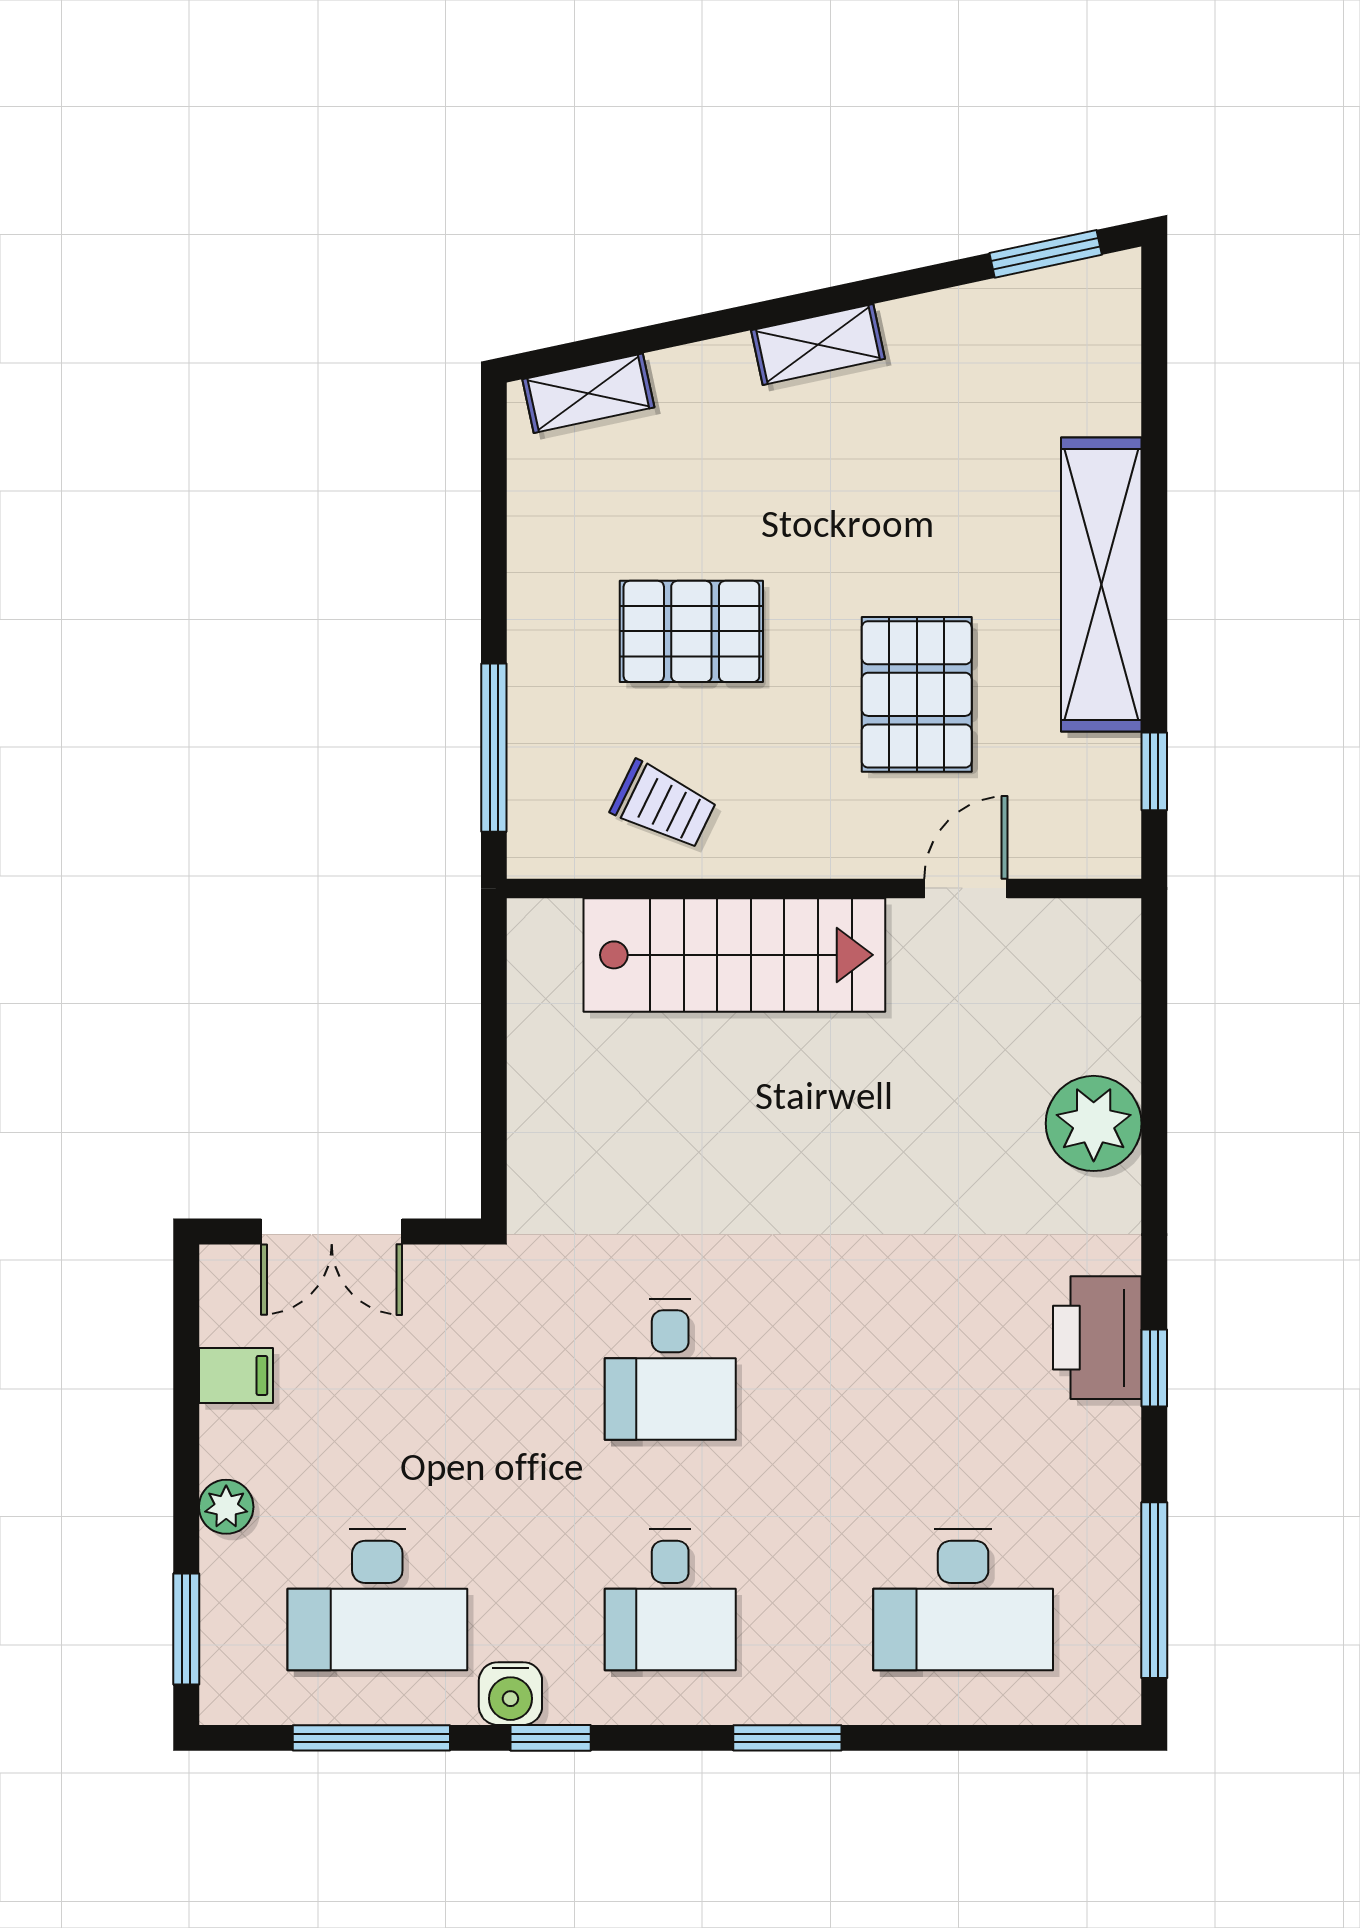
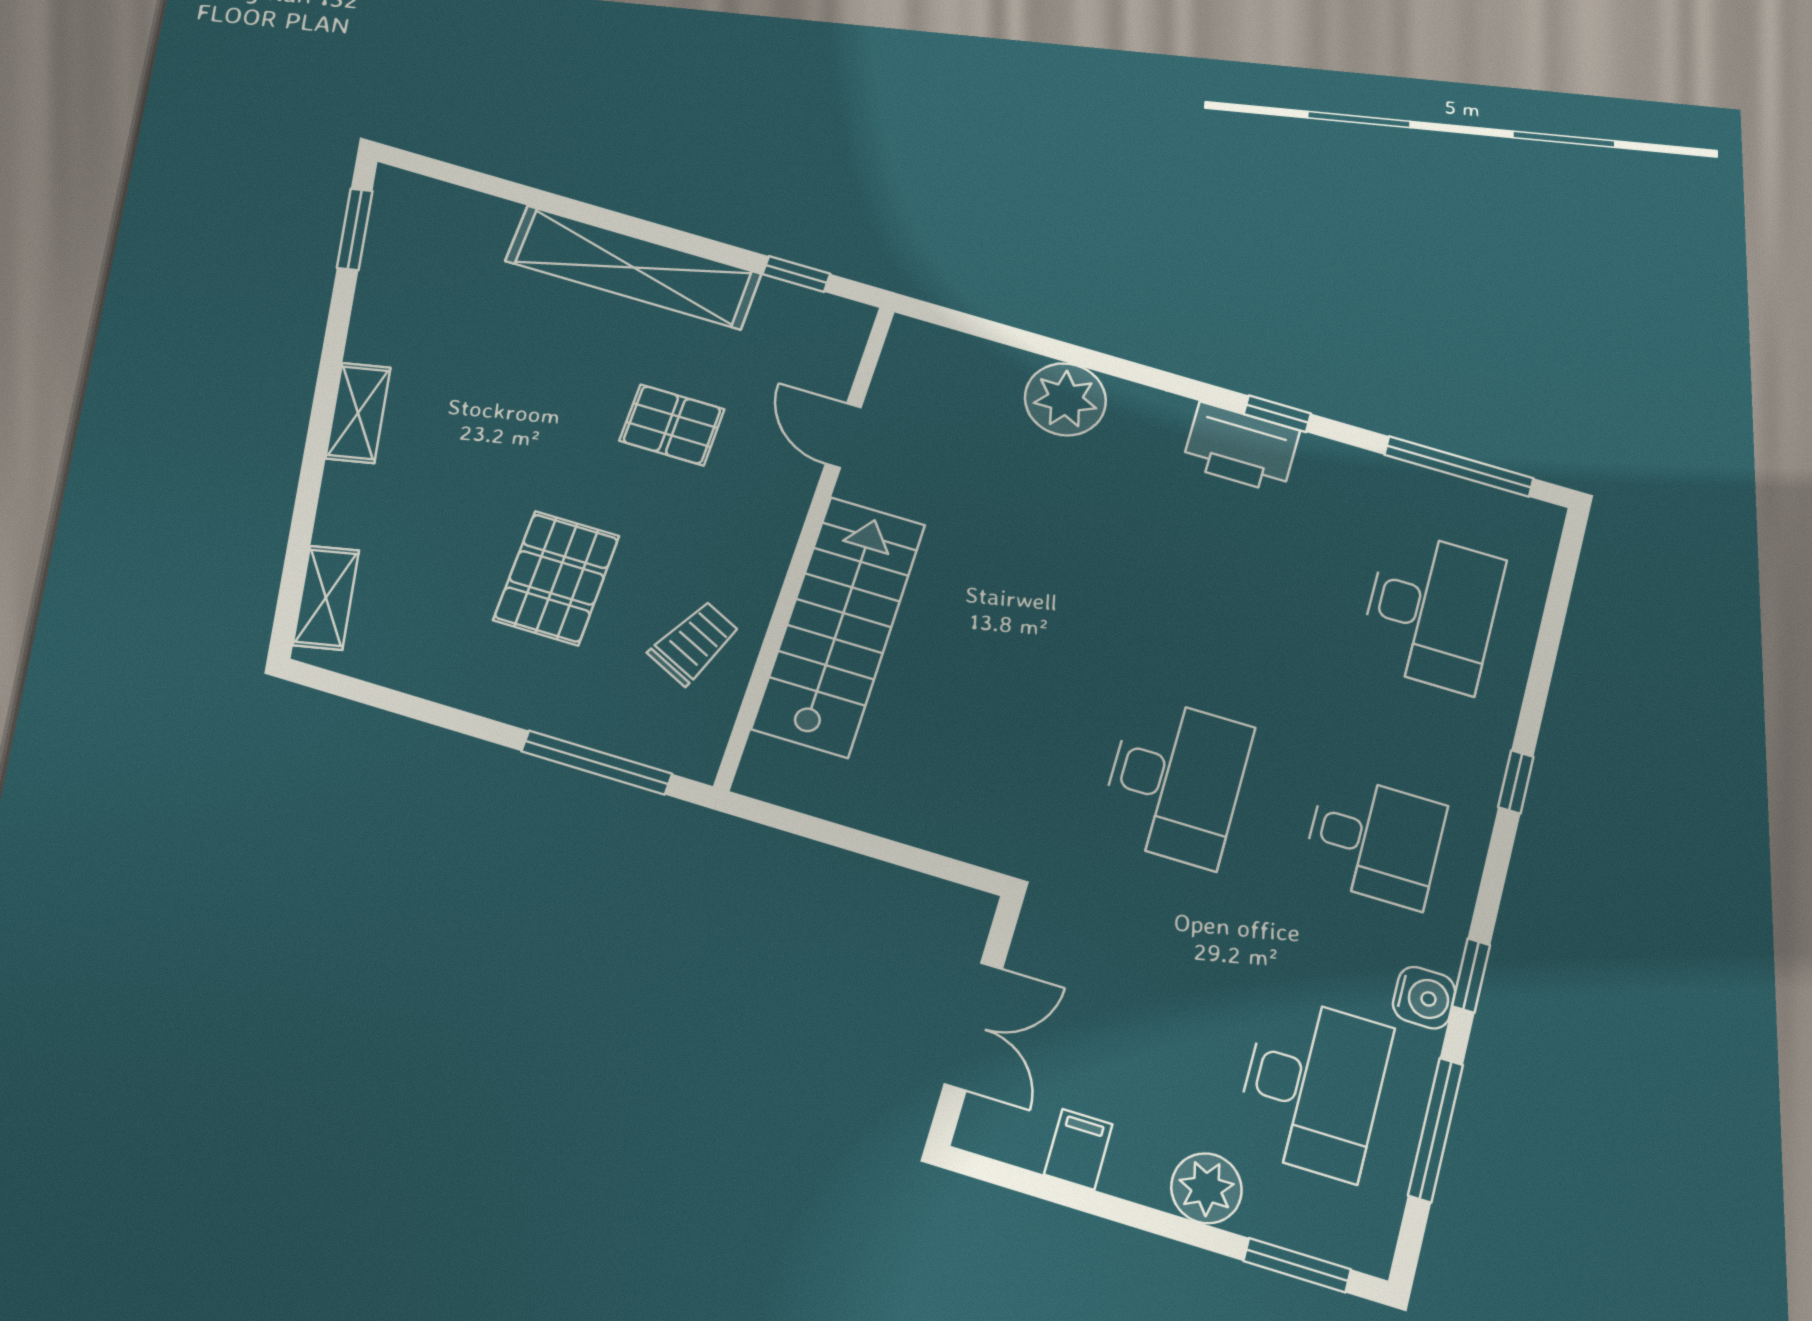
pallet: (917, 694) -> (672, 425), width x0.67, depth x0.71
desk: (670, 1369) -> (1176, 781), width x1.37
plant: (226, 1507) -> (1206, 1188), width x1.38, depth x1.38
window: (787, 1738) -> (1516, 782), width x0.67

